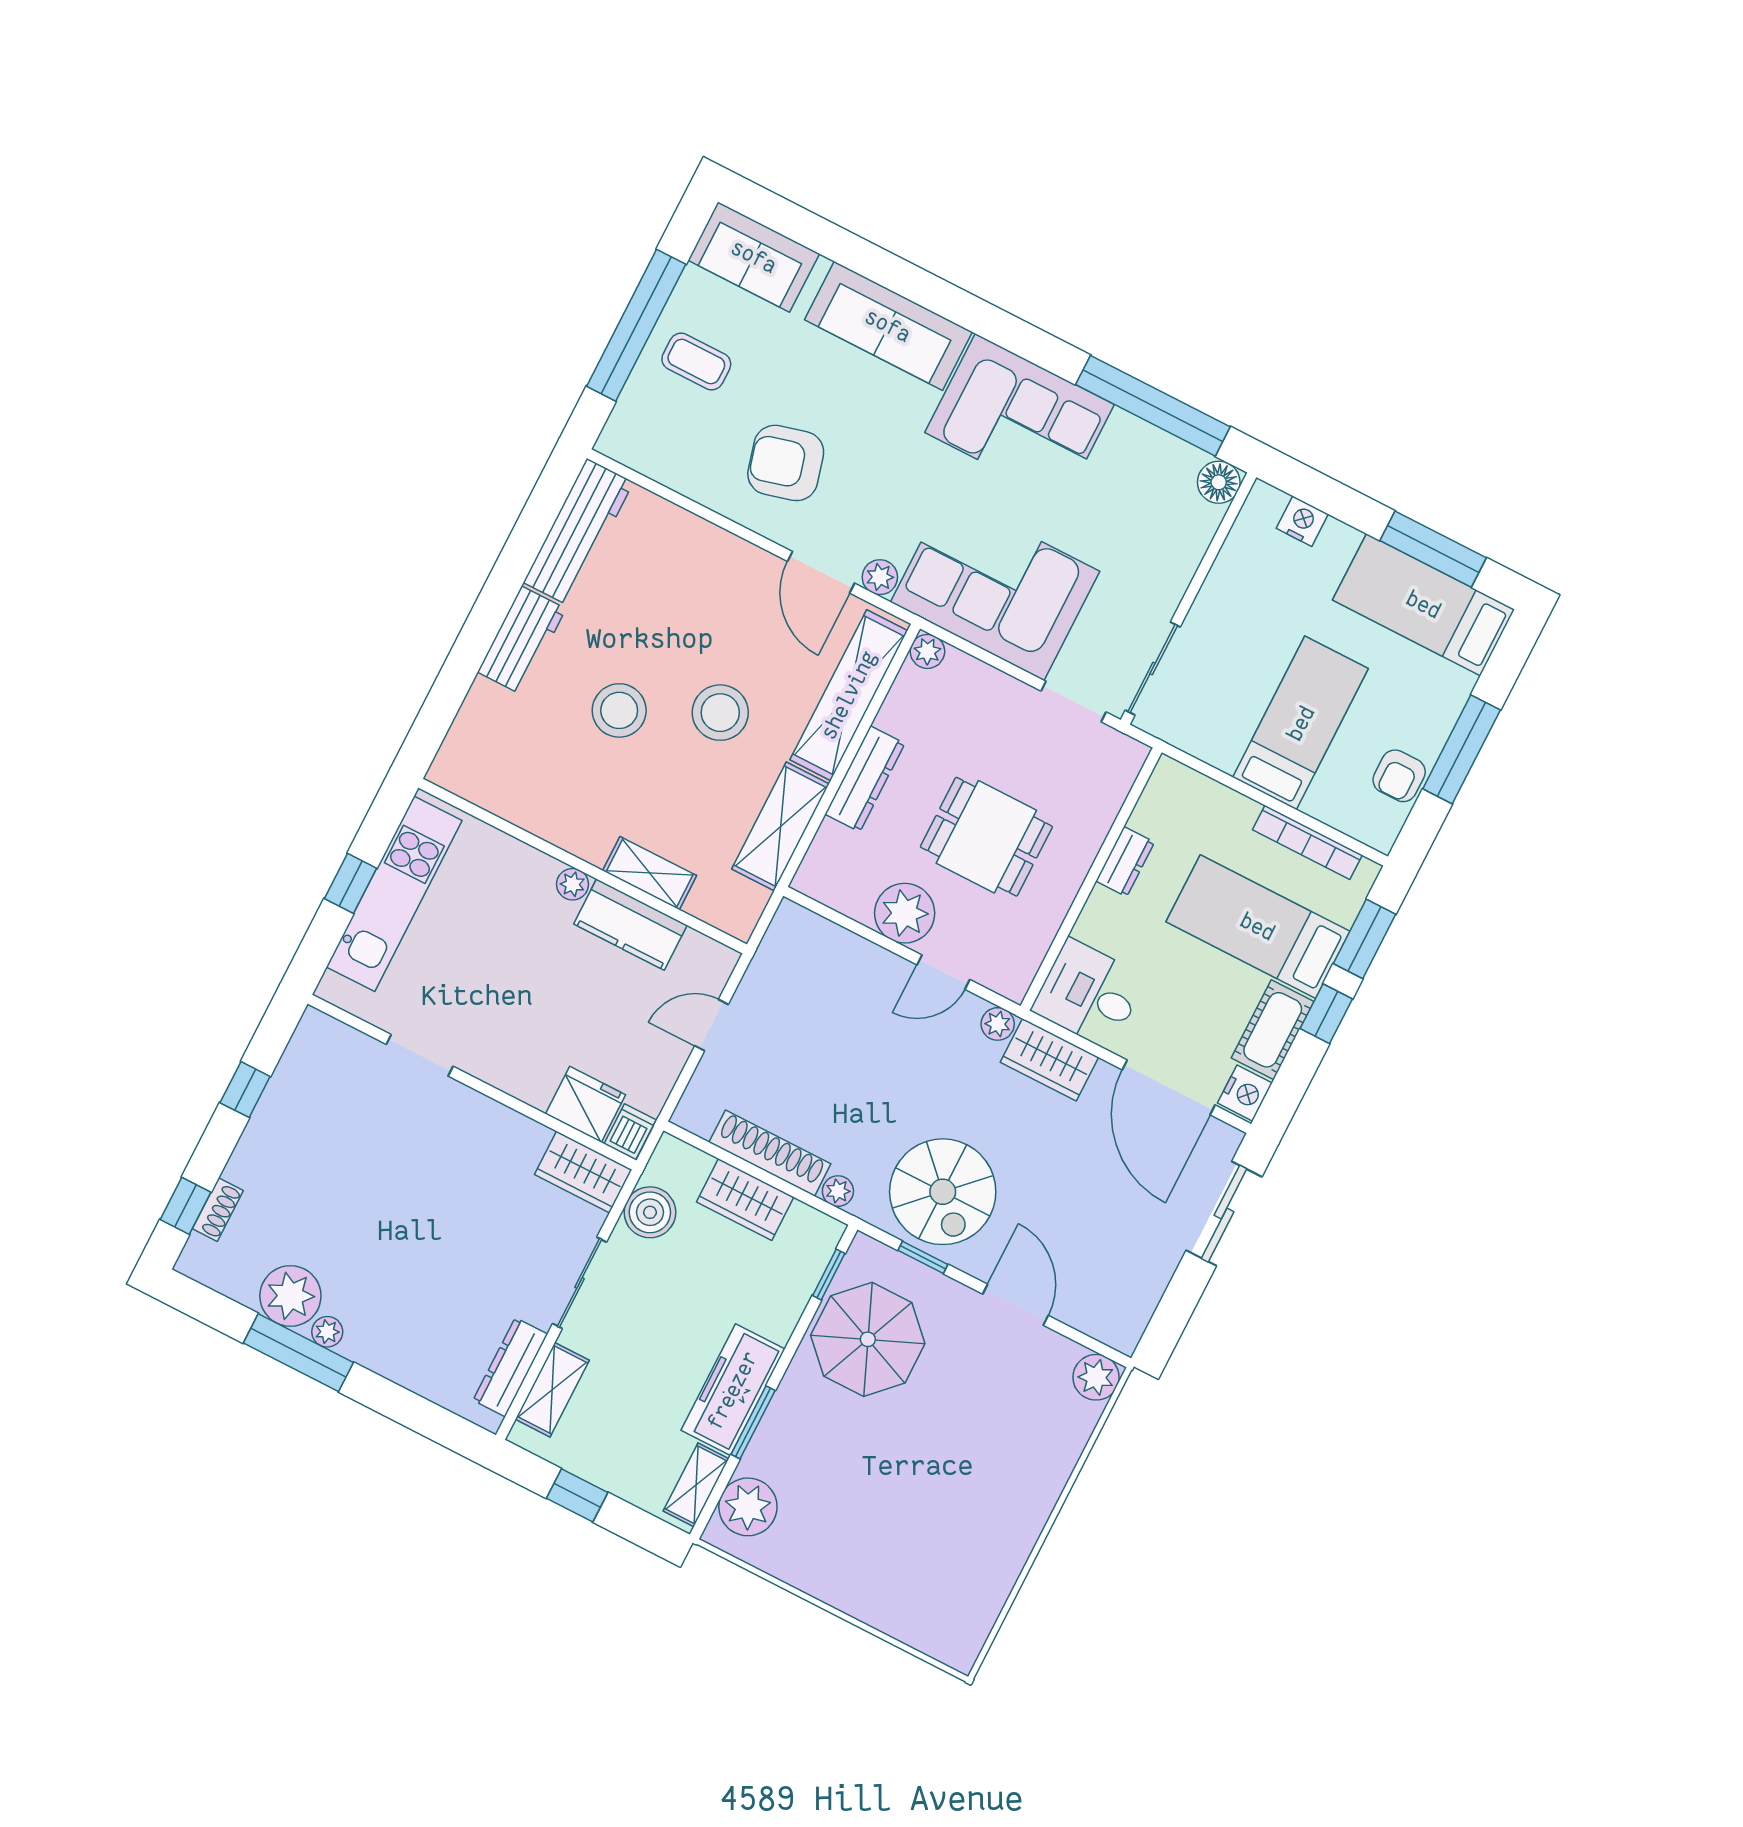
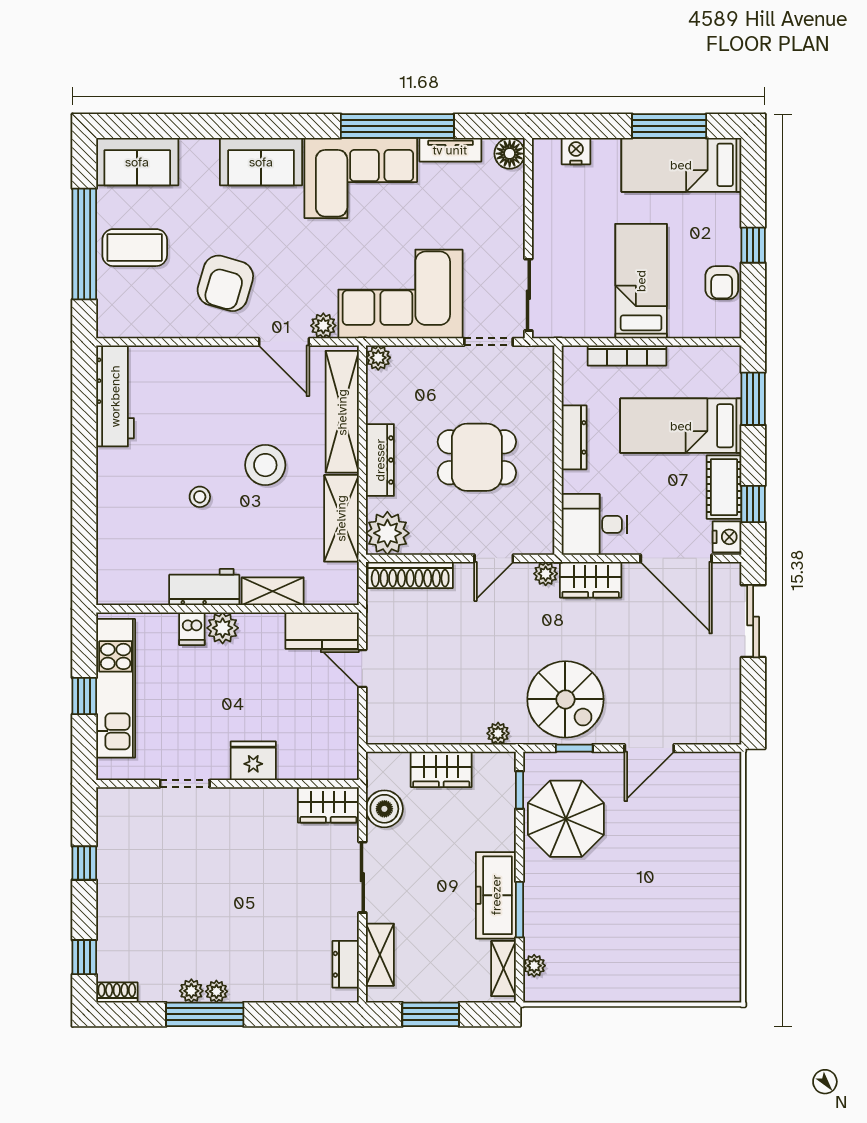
sofa: (888, 326) -> (261, 162), width x0.73
coffee table: (696, 362) -> (135, 248), width x1.36, depth x1.30
window: (1153, 406) -> (397, 126), moved
tv unit: (1148, 440) -> (450, 150), added
armchair: (786, 463) -> (225, 283), turned -59
workbench: (522, 640) -> (204, 587), moved, turned -90
stool: (619, 710) -> (200, 497), width x0.53, depth x0.53
window: (1462, 749) -> (753, 245), width x0.46
bookcase: (1307, 842) -> (627, 355), moved
dresser: (1125, 862) -> (574, 437), width x1.44
plant: (572, 884) -> (223, 628), width x1.38, depth x1.38
plant: (905, 913) -> (387, 533), moved
kitchen counter: (630, 925) -> (322, 631), moved
window: (1326, 1014) -> (753, 504), moved
door: (711, 1025) -> (362, 669), hinge flipped
fridge: (586, 1104) -> (253, 761), moved
dishwasher: (630, 1132) -> (192, 629), moved, turned 180
shoe rack: (770, 1153) -> (410, 575), moved, turned 180
shoe rack: (218, 1210) -> (117, 992), moved, turned -90
plant: (290, 1296) -> (191, 991), width x0.53, depth x0.53
door: (1015, 1305) -> (649, 748), swing flipped
dresser: (510, 1367) -> (346, 964), width x0.70
plant: (1096, 1377) -> (725, 768), removed
window: (577, 1495) -> (431, 1014), width x1.50
plant: (748, 1507) -> (534, 966), width x0.53, depth x0.53

